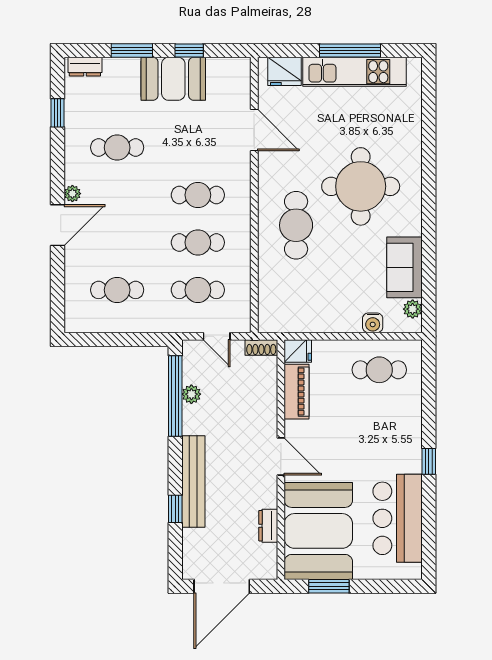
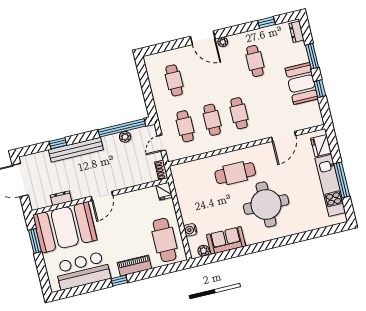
cafe table: (379, 370) -> (165, 240), width x1.37, depth x1.35
piano: (296, 392) -> (134, 266), moved, turned 180

